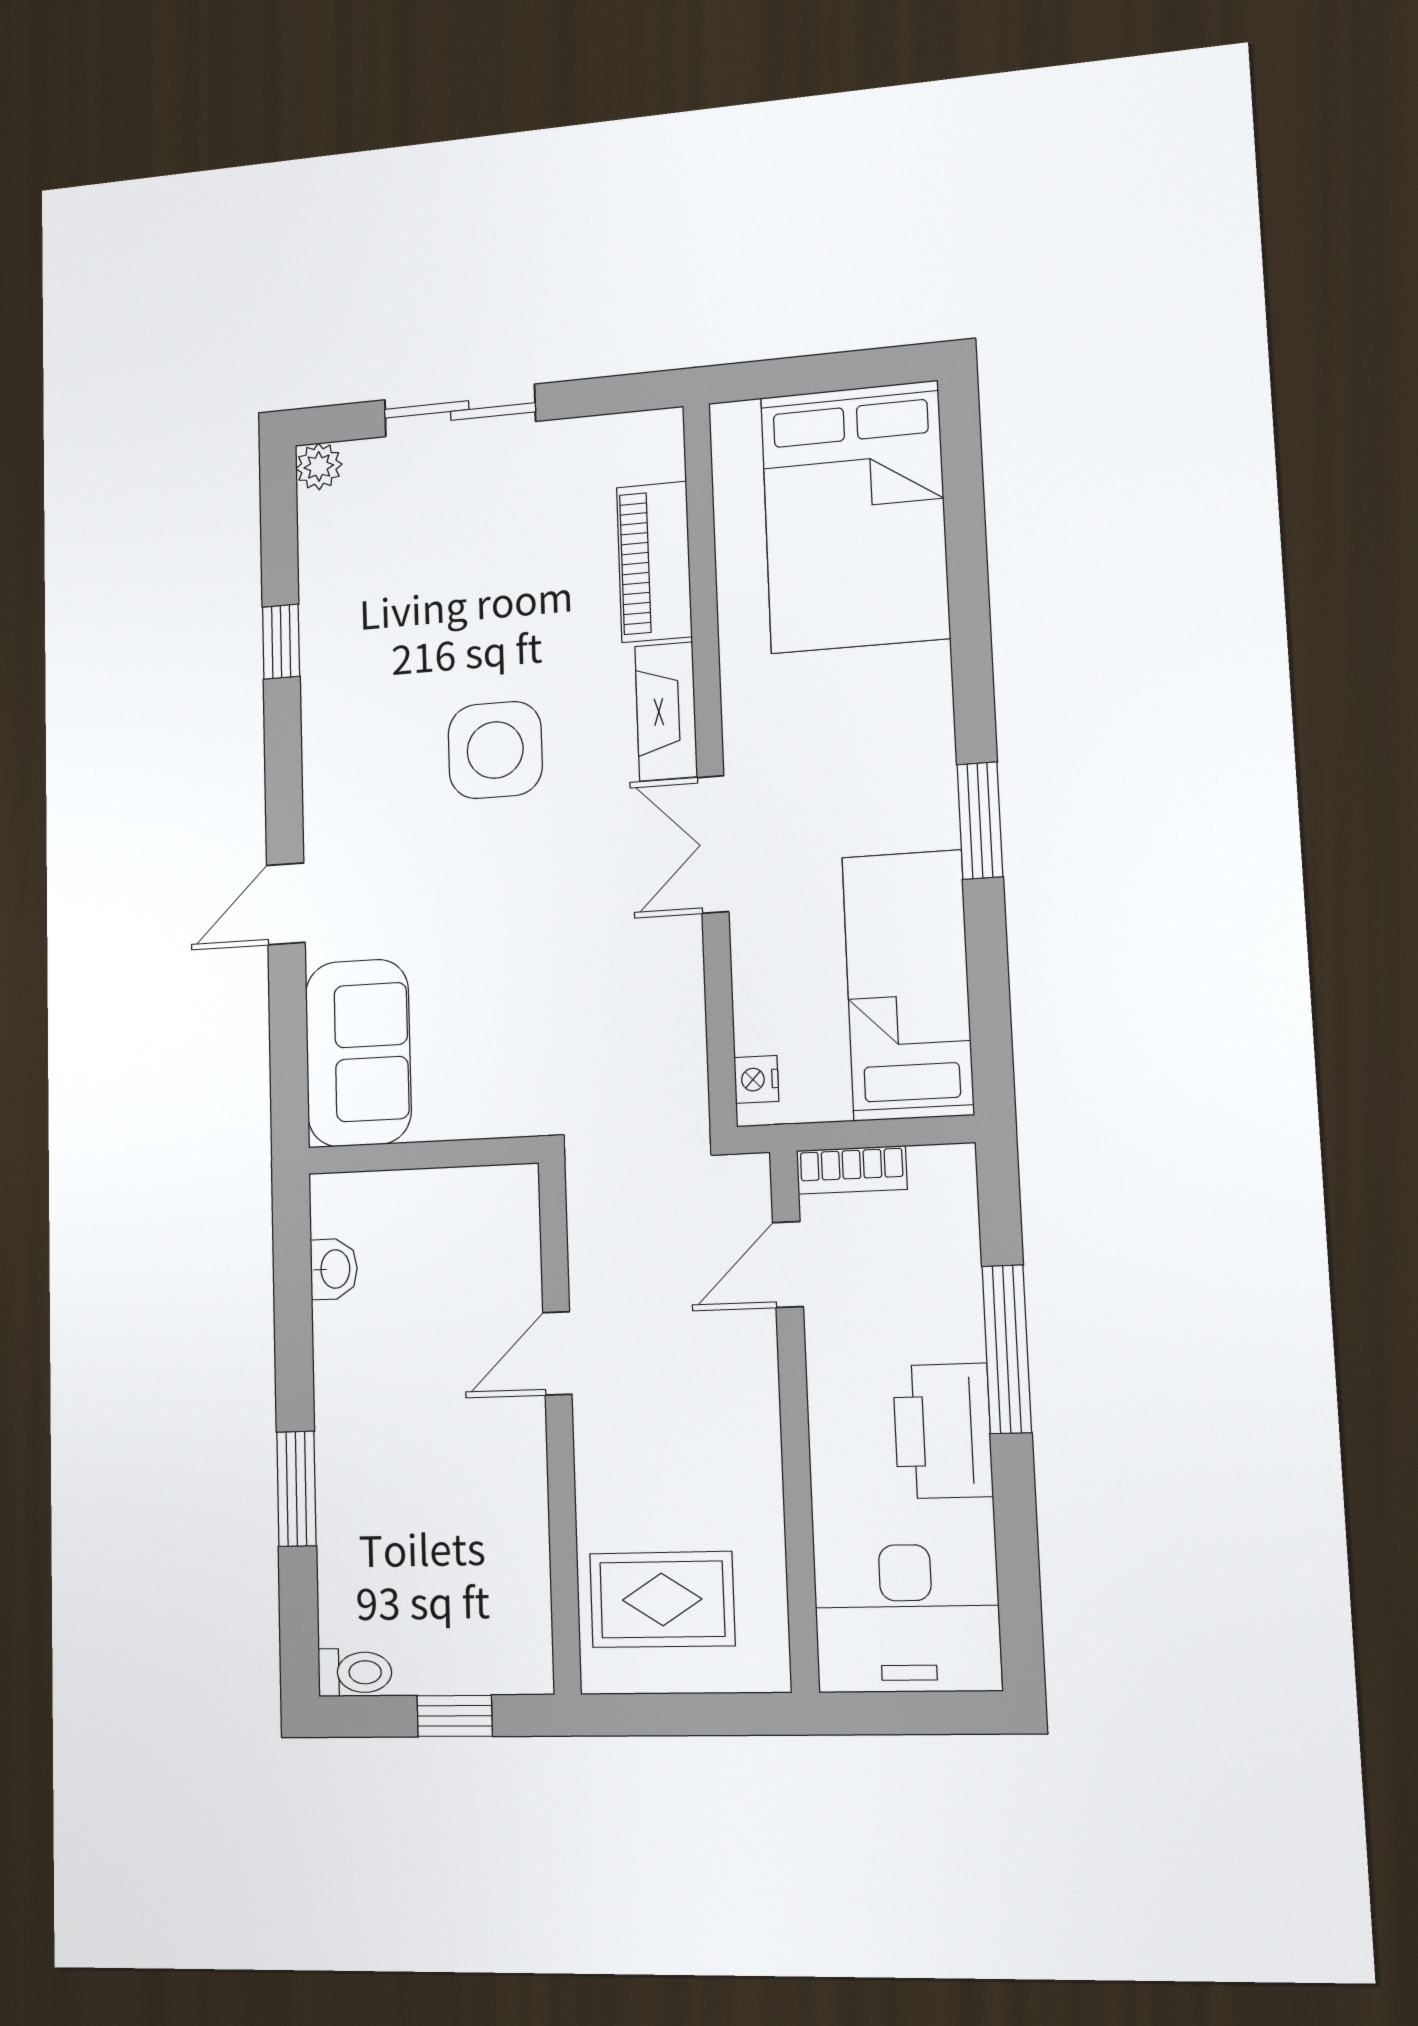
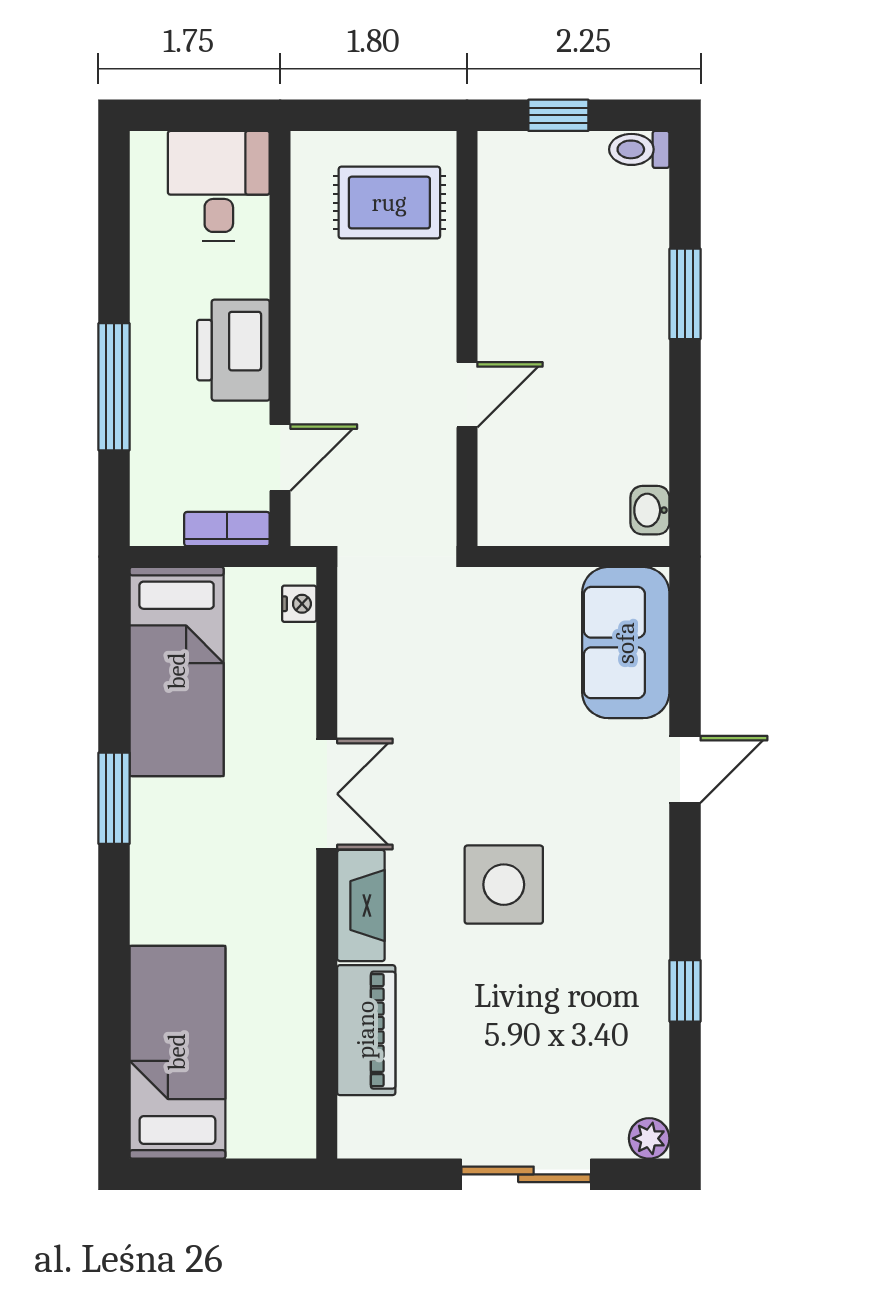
bed: (855, 517) -> (177, 1052), width x0.67
washbasin: (334, 1269) -> (650, 510), moved
printer: (943, 1431) -> (233, 350), moved, turned 180
desk: (907, 1618) -> (219, 186), width x0.73

